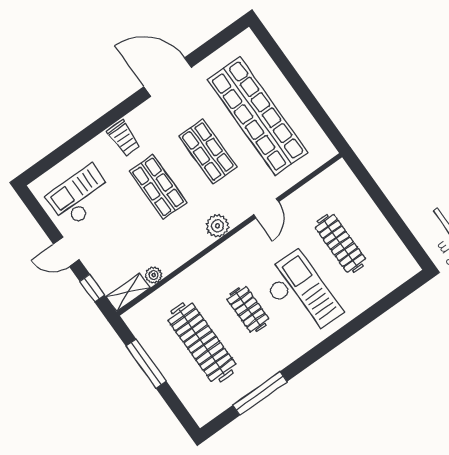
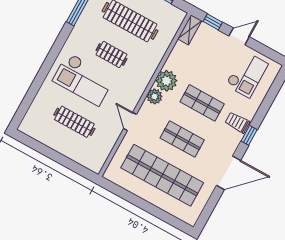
window: (116, 114) -> (249, 135), added
plant: (154, 275) -> (167, 81), moved, width x1.88, depth x1.88

